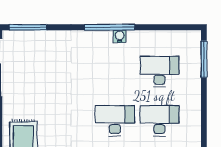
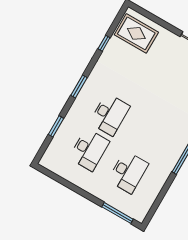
water cooler: (120, 36) -> (174, 157), removed

